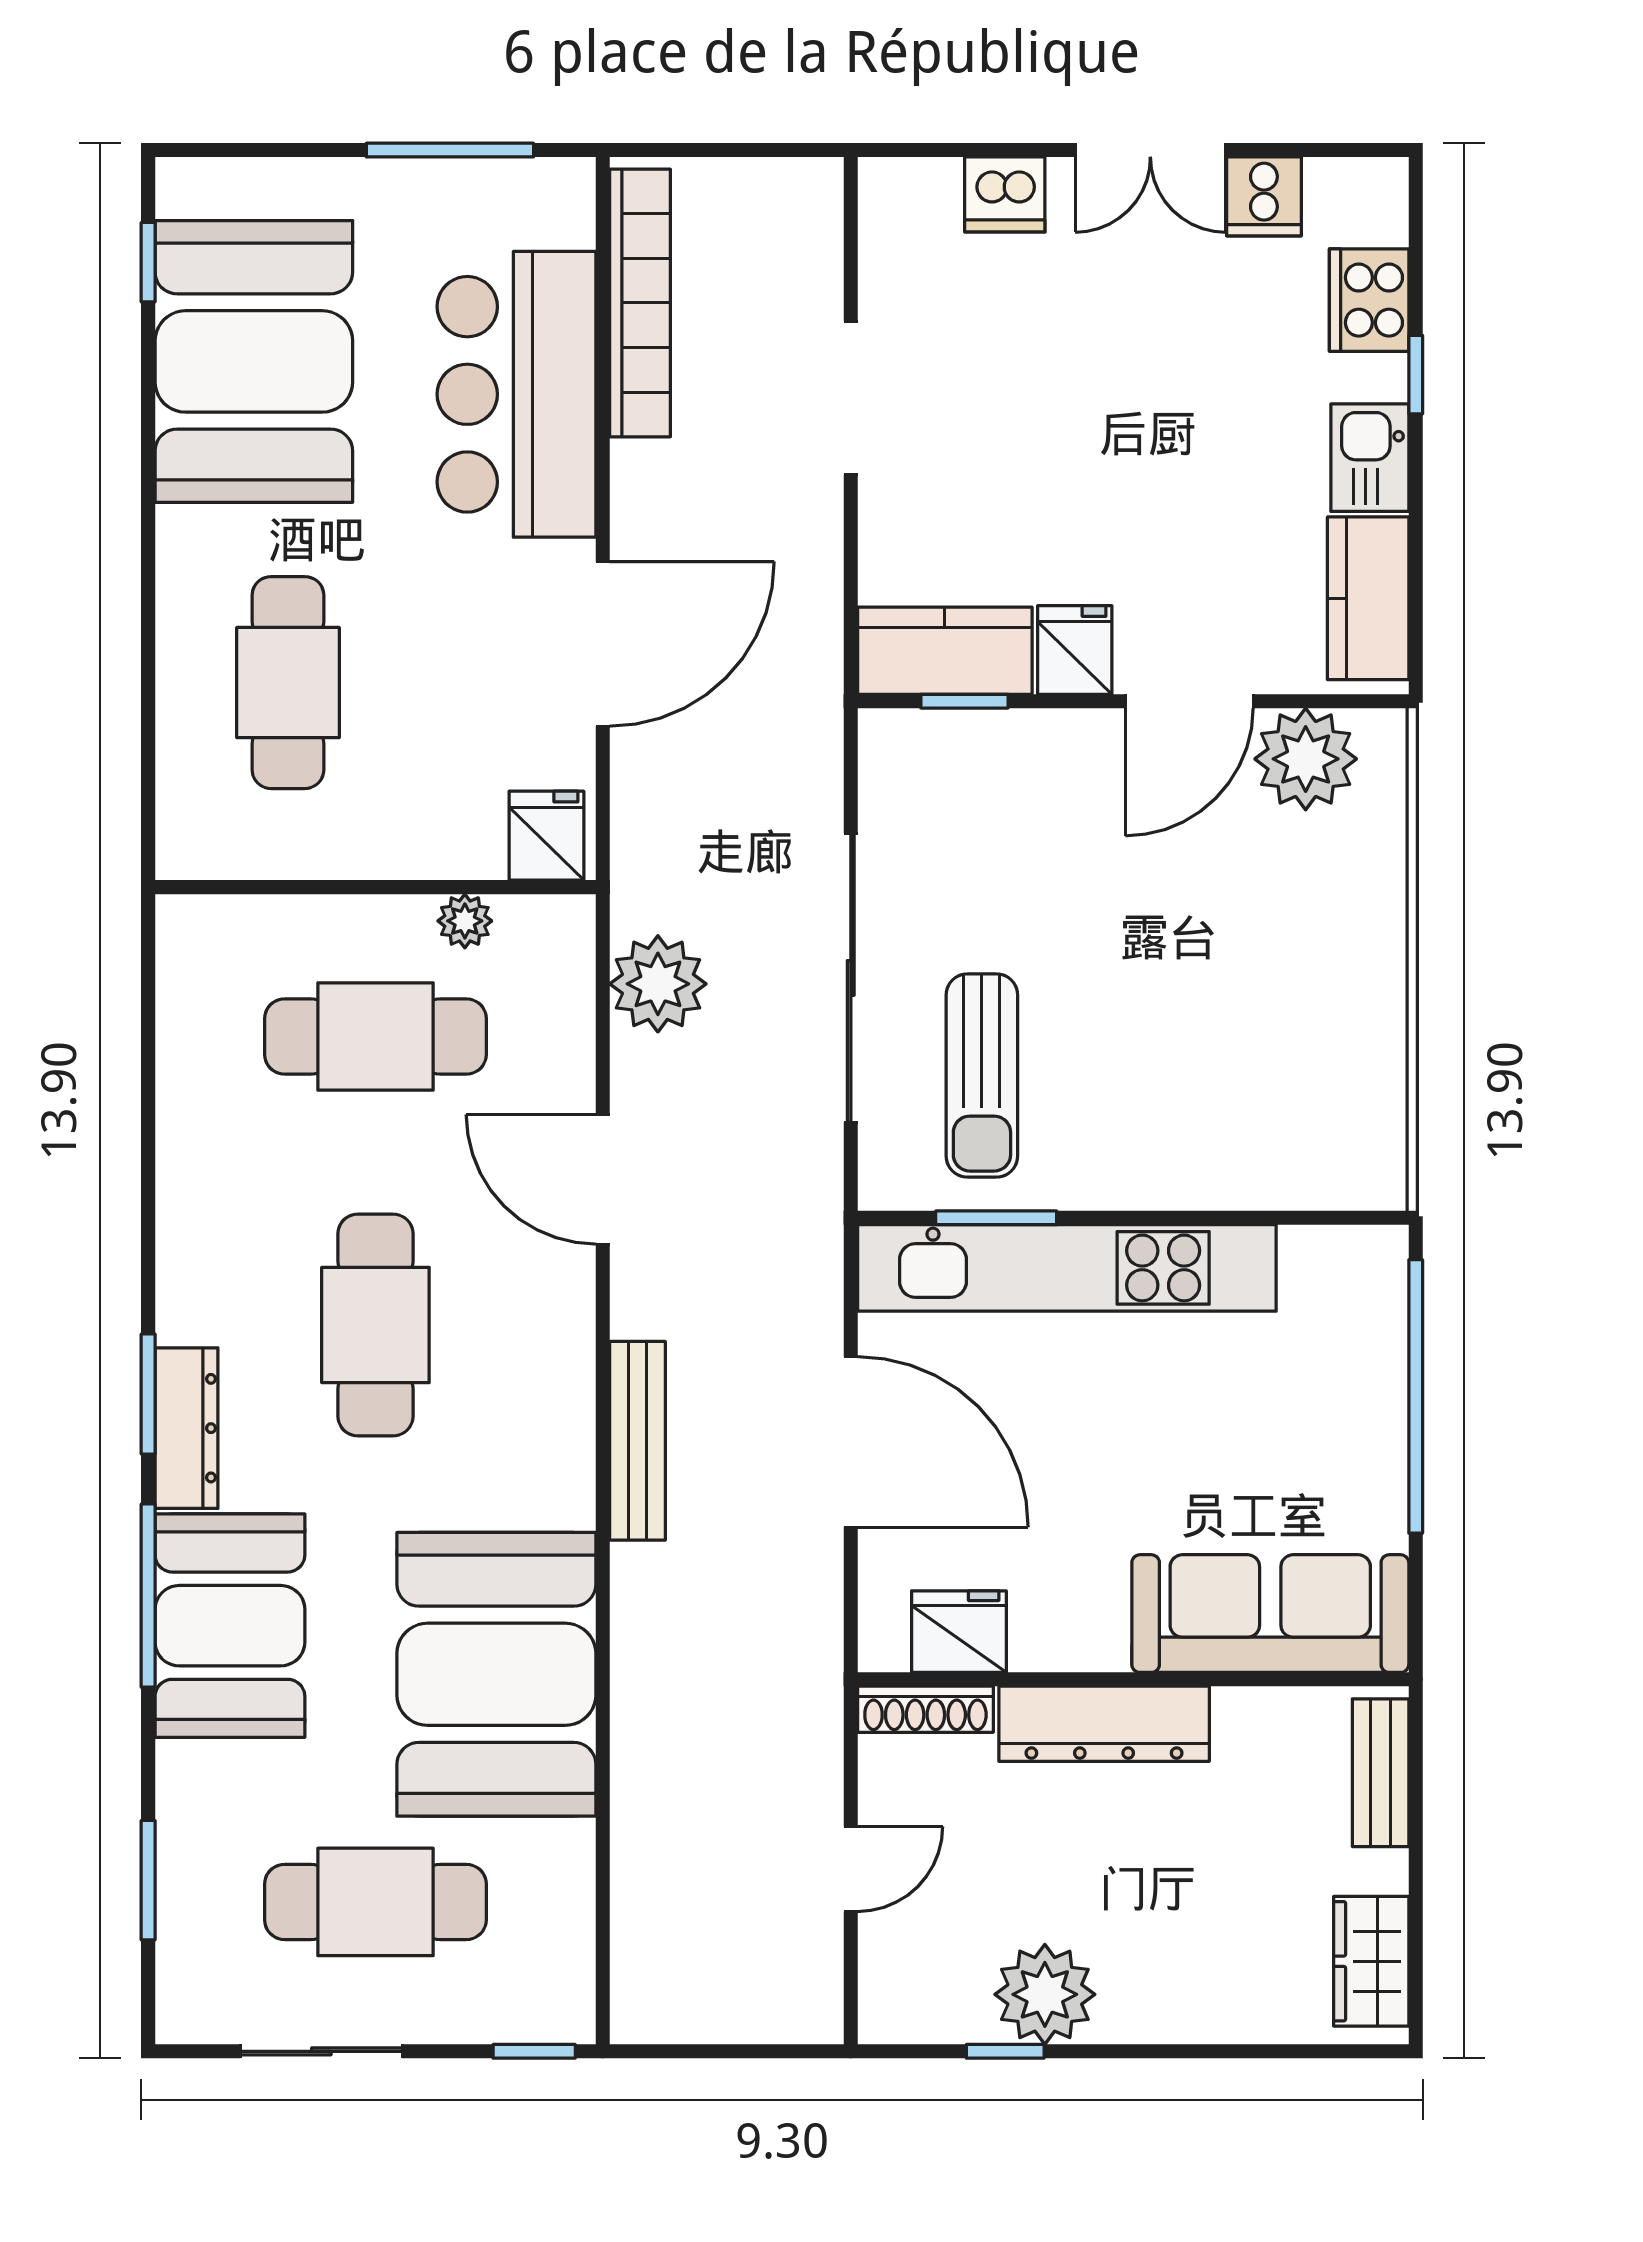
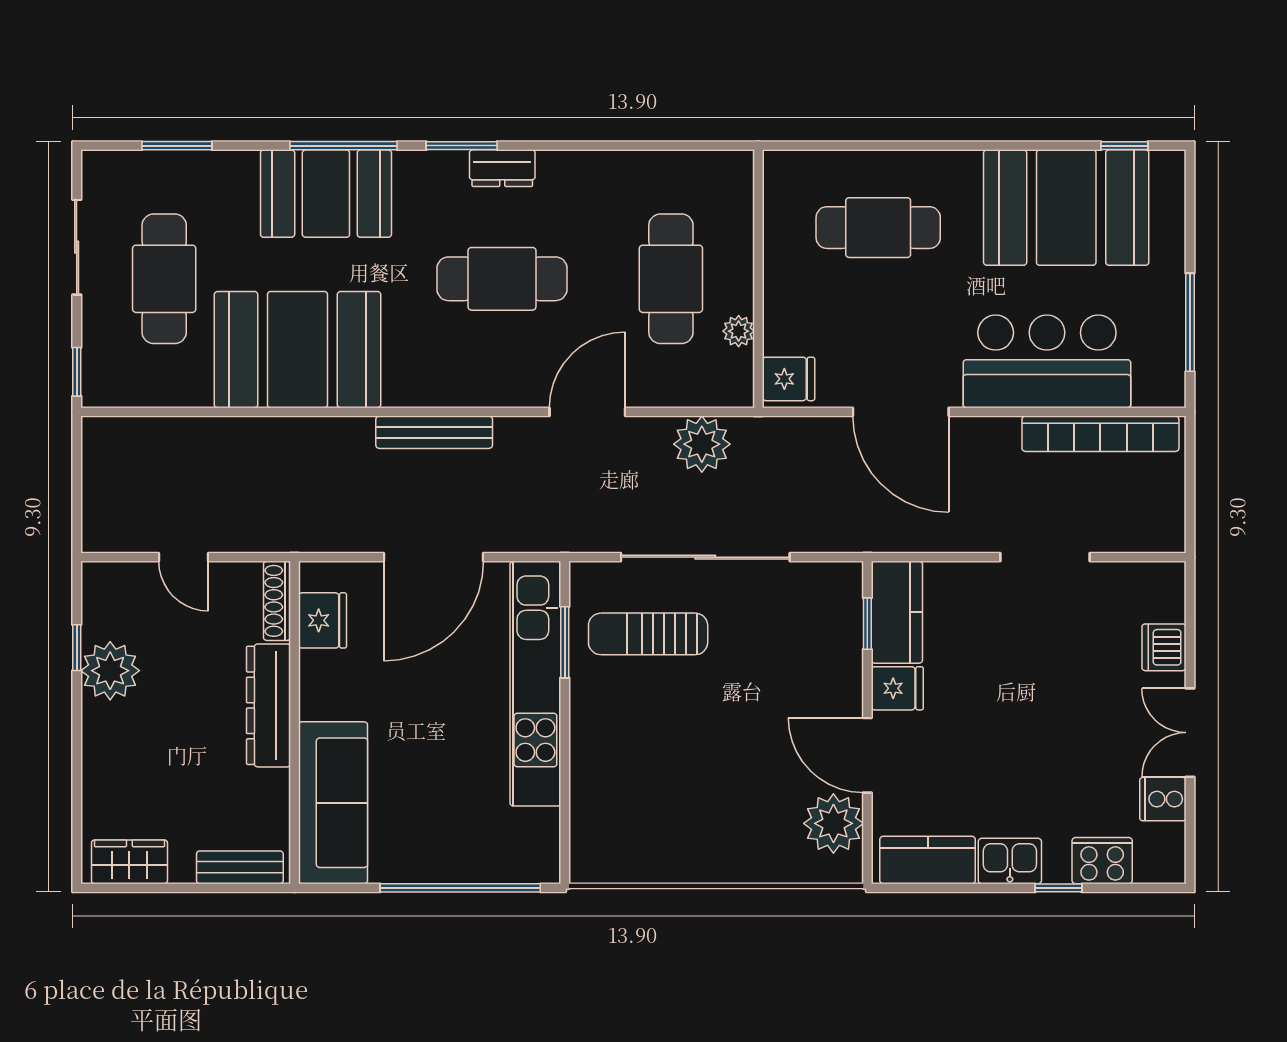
dresser: (186, 1428) -> (502, 168), moved, width x0.70

